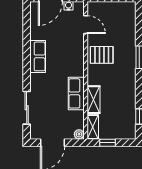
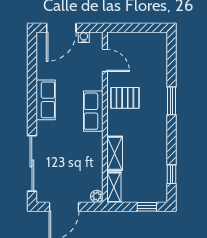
row of seats: (76, 93) -> (93, 111), moved
sliding door: (27, 108) -> (32, 163), width x1.37
window: (108, 143) -> (147, 207), moved

